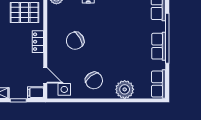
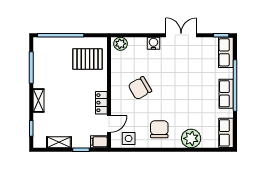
locker: (38, 42) -> (101, 103), moved
door: (45, 75) -> (109, 124), hinge flipped
chair: (94, 80) -> (159, 129), turned -143

